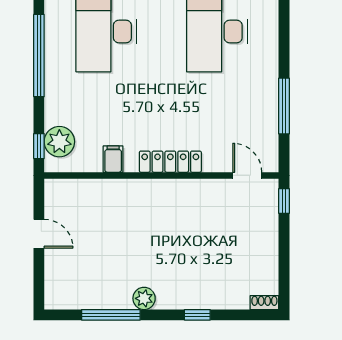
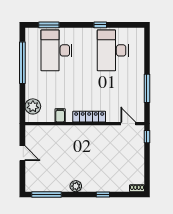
window: (39, 146) -> (22, 109), removed
window: (111, 315) -> (47, 194), moved

